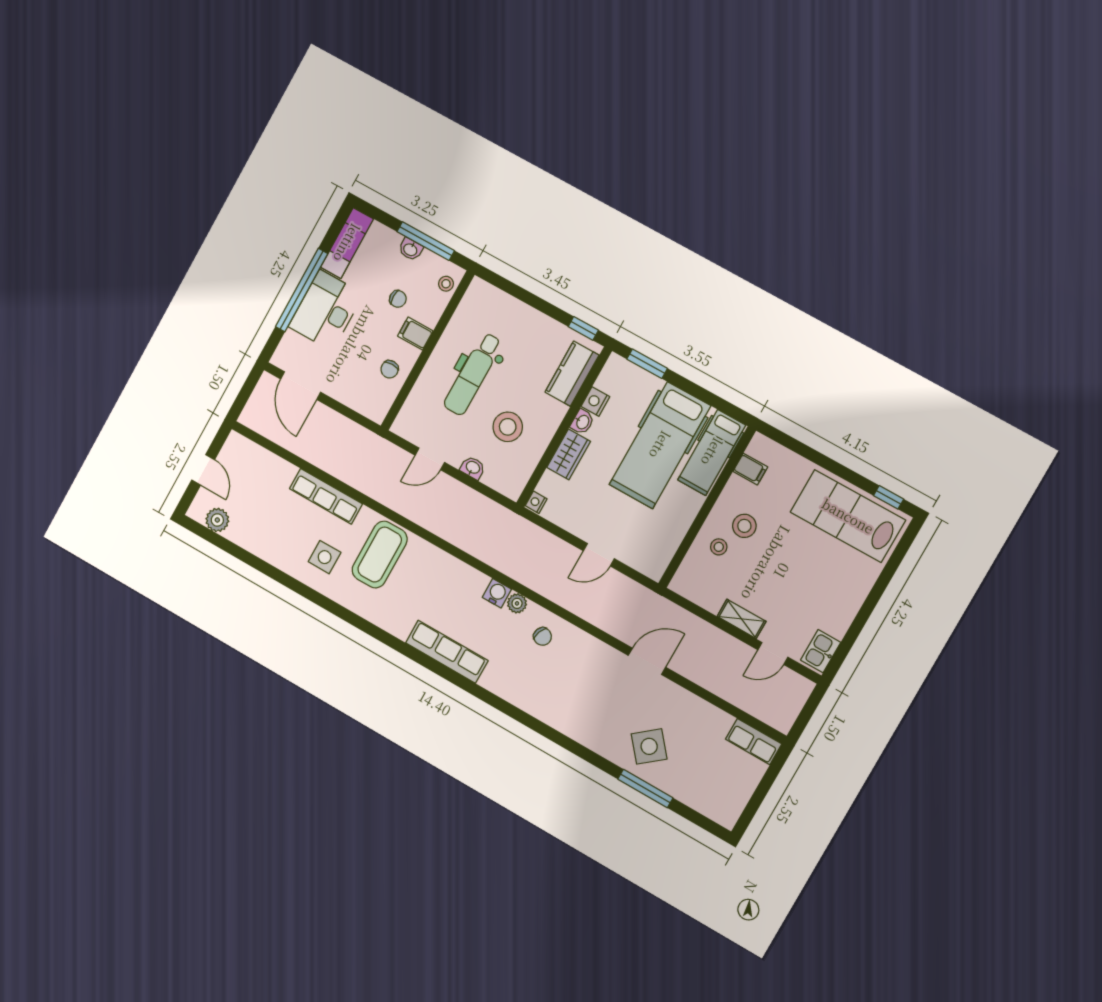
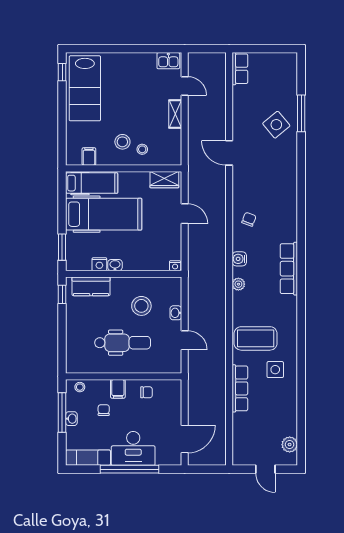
wardrobe: (569, 454) -> (164, 180), moved, turned 180
door: (203, 470) -> (265, 469), swing flipped
plant: (517, 603) -> (238, 284), moved

